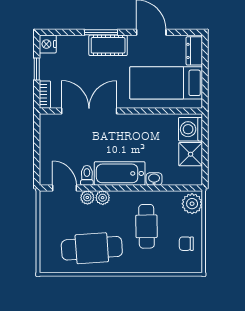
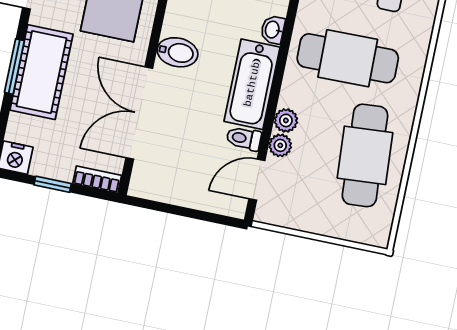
cot: (108, 45) -> (41, 72), width x1.37, depth x1.34
bidet: (129, 126) -> (178, 52), added
cafe table: (146, 226) -> (348, 58), width x1.37, depth x1.35

